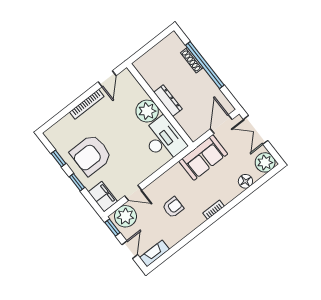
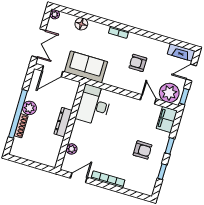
plant: (203, 79) -> (29, 108), added
plant: (147, 111) -> (72, 149), moved, width x0.53, depth x0.53
armchair: (91, 155) -> (142, 150), width x0.53, depth x0.53
plant: (265, 162) -> (55, 14), width x0.53, depth x0.53

